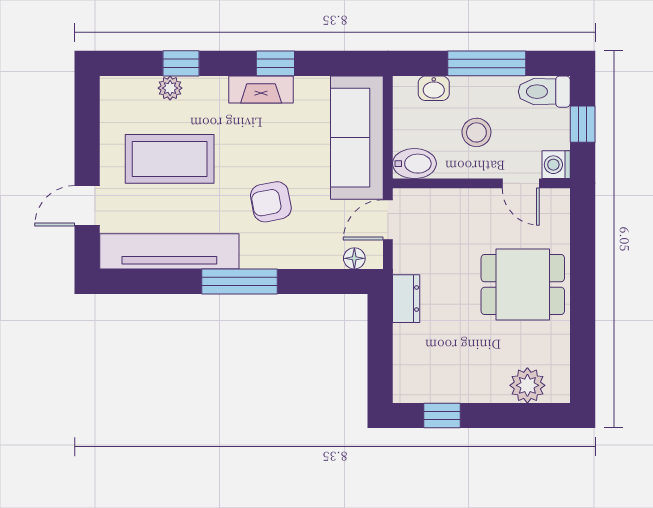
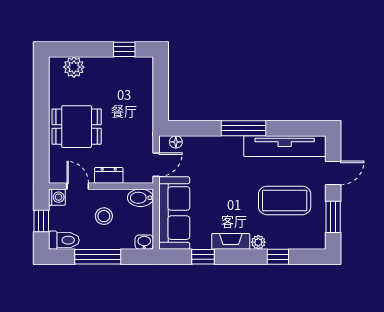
window: (275, 63) -> (203, 257), moved
plant: (170, 88) -> (258, 242), moved
washbasin: (434, 88) -> (144, 242), moved
window: (87, 131) -> (333, 217), added
armchair: (271, 202) -> (225, 175), removed
dresser: (406, 299) -> (109, 175), moved, turned 90

